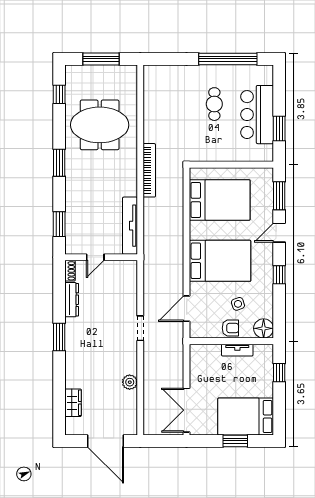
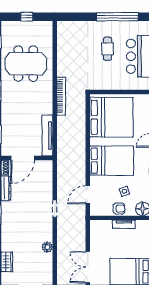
window: (101, 59) -> (27, 17), width x0.46
bed: (220, 200) -> (111, 117), width x1.36
door: (95, 257) -> (23, 158), width x1.88

